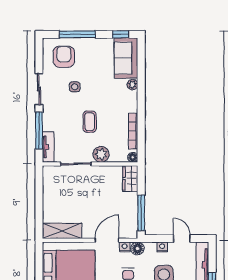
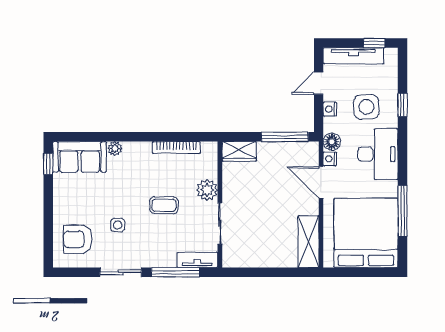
window: (77, 34) -> (48, 222), removed
floor lamp: (133, 157) -> (211, 148), removed

